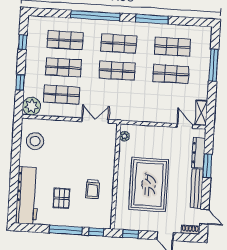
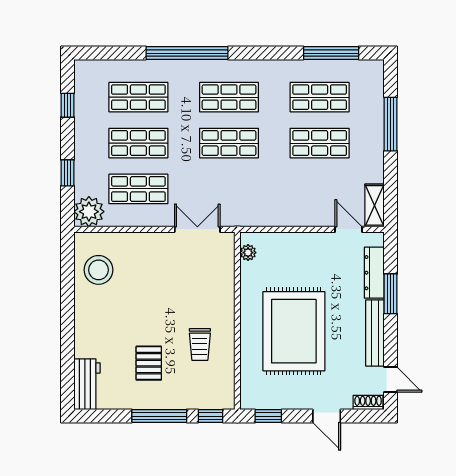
window: (152, 19) -> (331, 53), moved
workbench: (27, 195) -> (87, 384), width x0.53, depth x0.76

